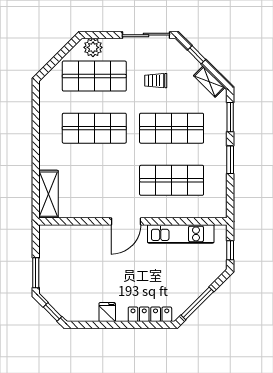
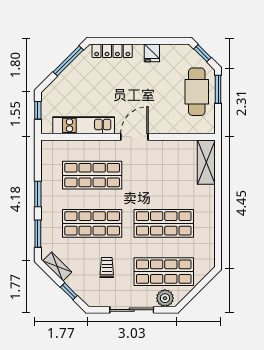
sliding door: (146, 35) -> (132, 310), moved
trolley: (156, 81) -> (107, 267), turned -90
cafe table: (59, 270) -> (197, 92), added

